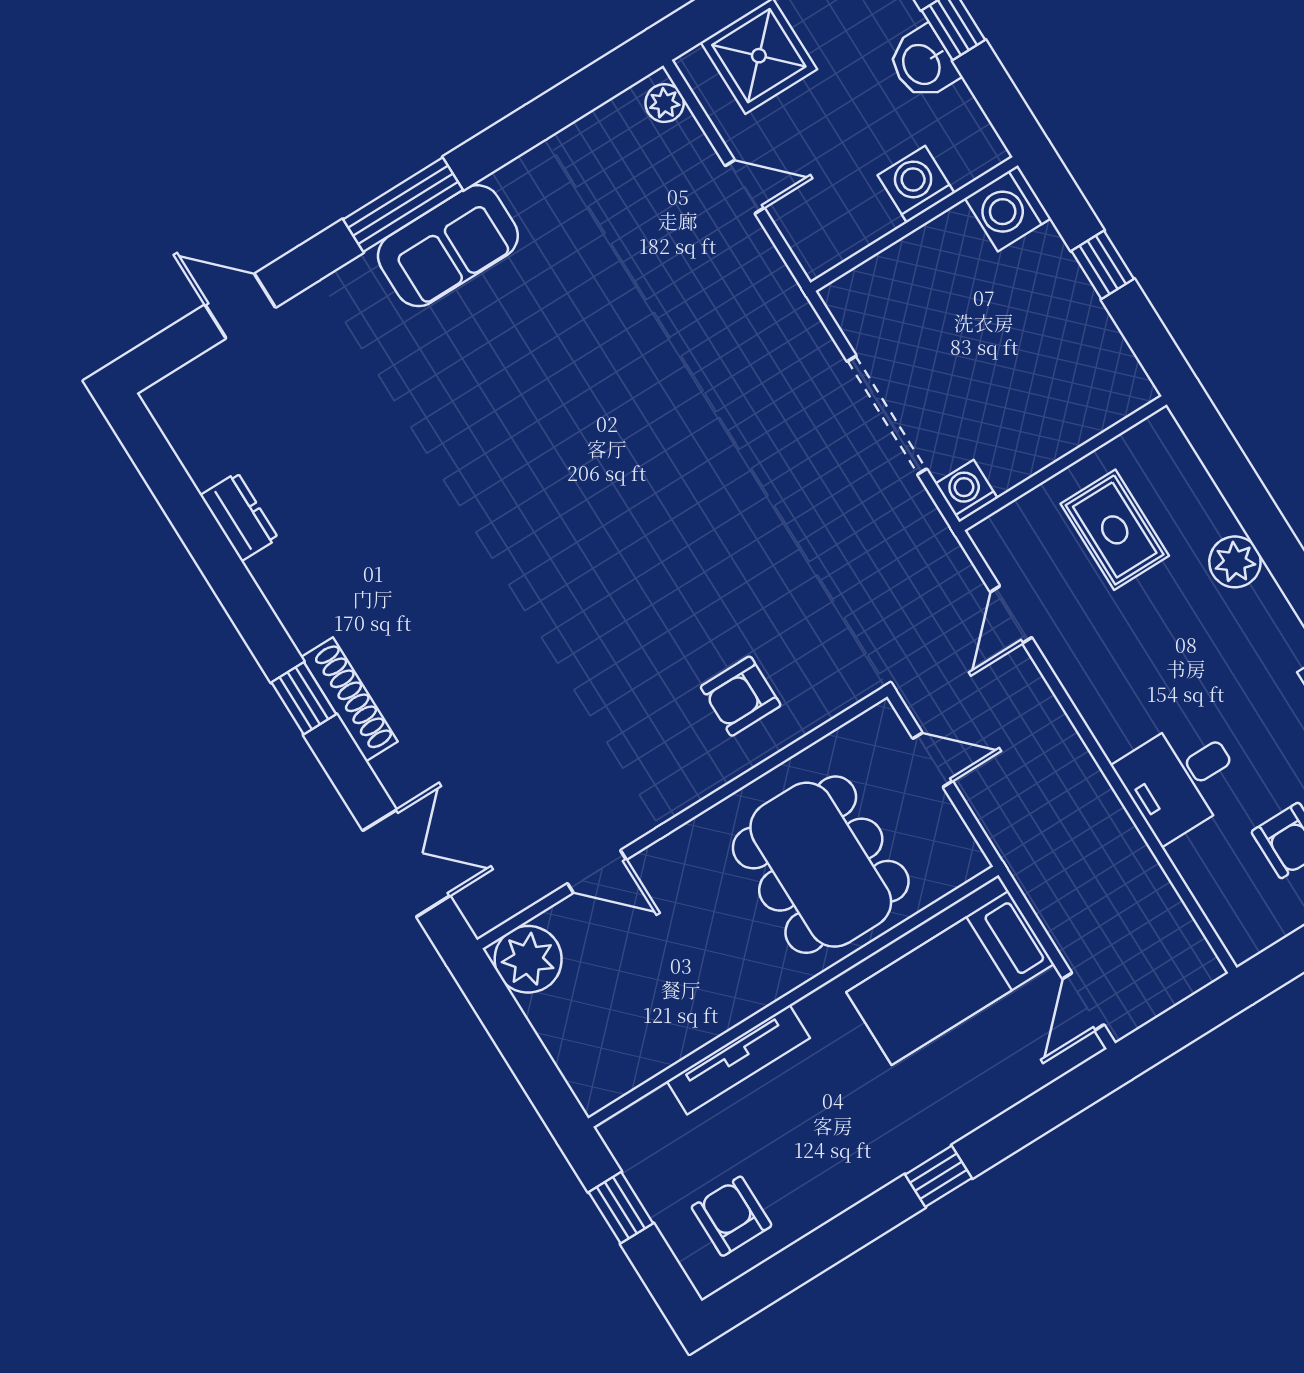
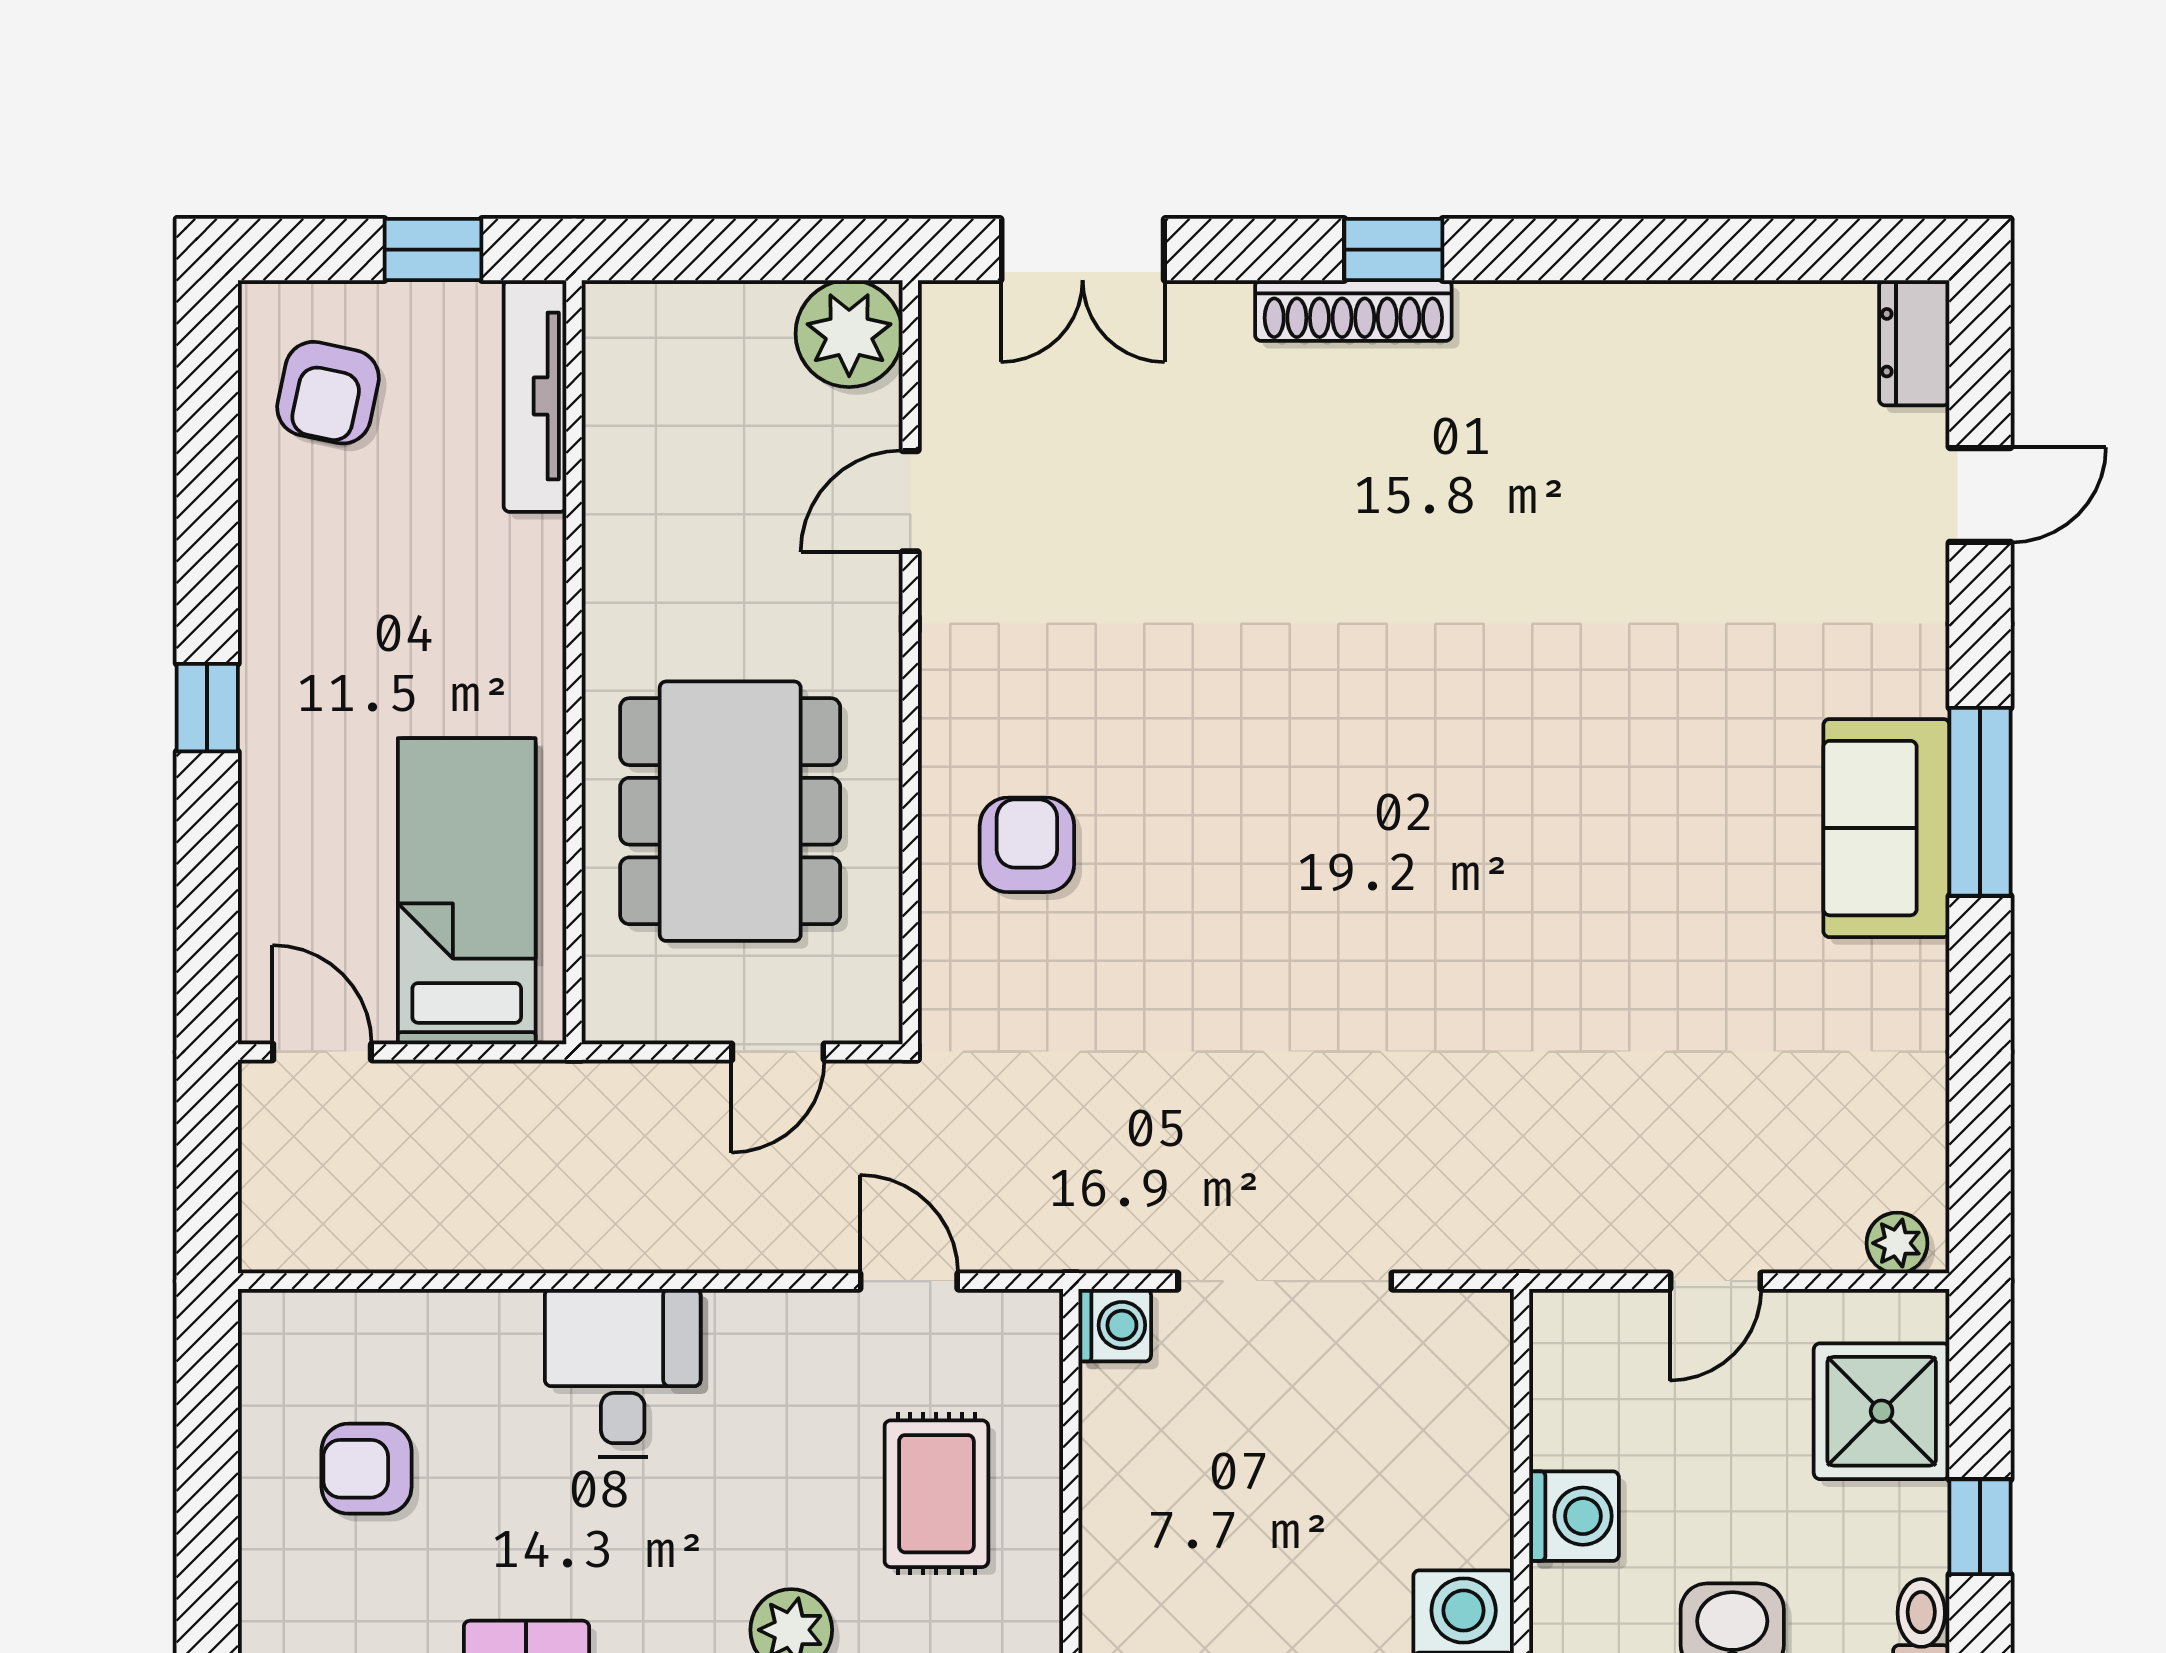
dresser: (239, 517) -> (1914, 343), moved, turned 90
rug: (1115, 530) -> (936, 1494), turned 90
desk: (1181, 779) -> (623, 1373), moved
dining table: (821, 865) -> (730, 811), turned 90
tv unit: (738, 1060) -> (535, 396), moved
armchair: (732, 1216) -> (328, 393), turned 102

